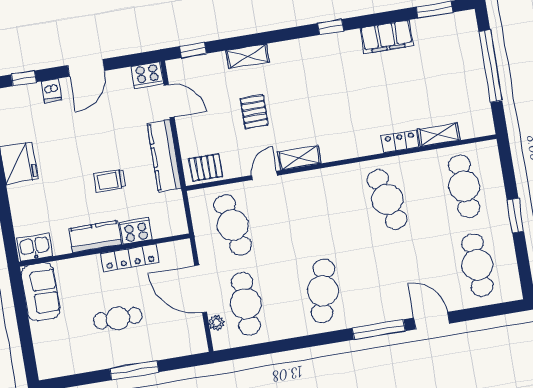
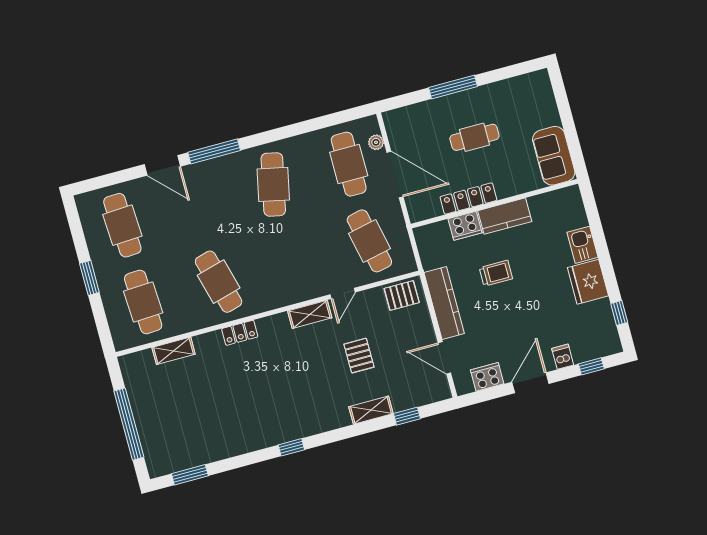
filing cabinet: (387, 37) -> (235, 443), removed
window: (193, 50) -> (407, 416), moved
cooker: (147, 75) -> (487, 377), moved
locker: (400, 141) -> (240, 333), moved
kitchen sink: (35, 247) -> (583, 245), moved, turned 90

